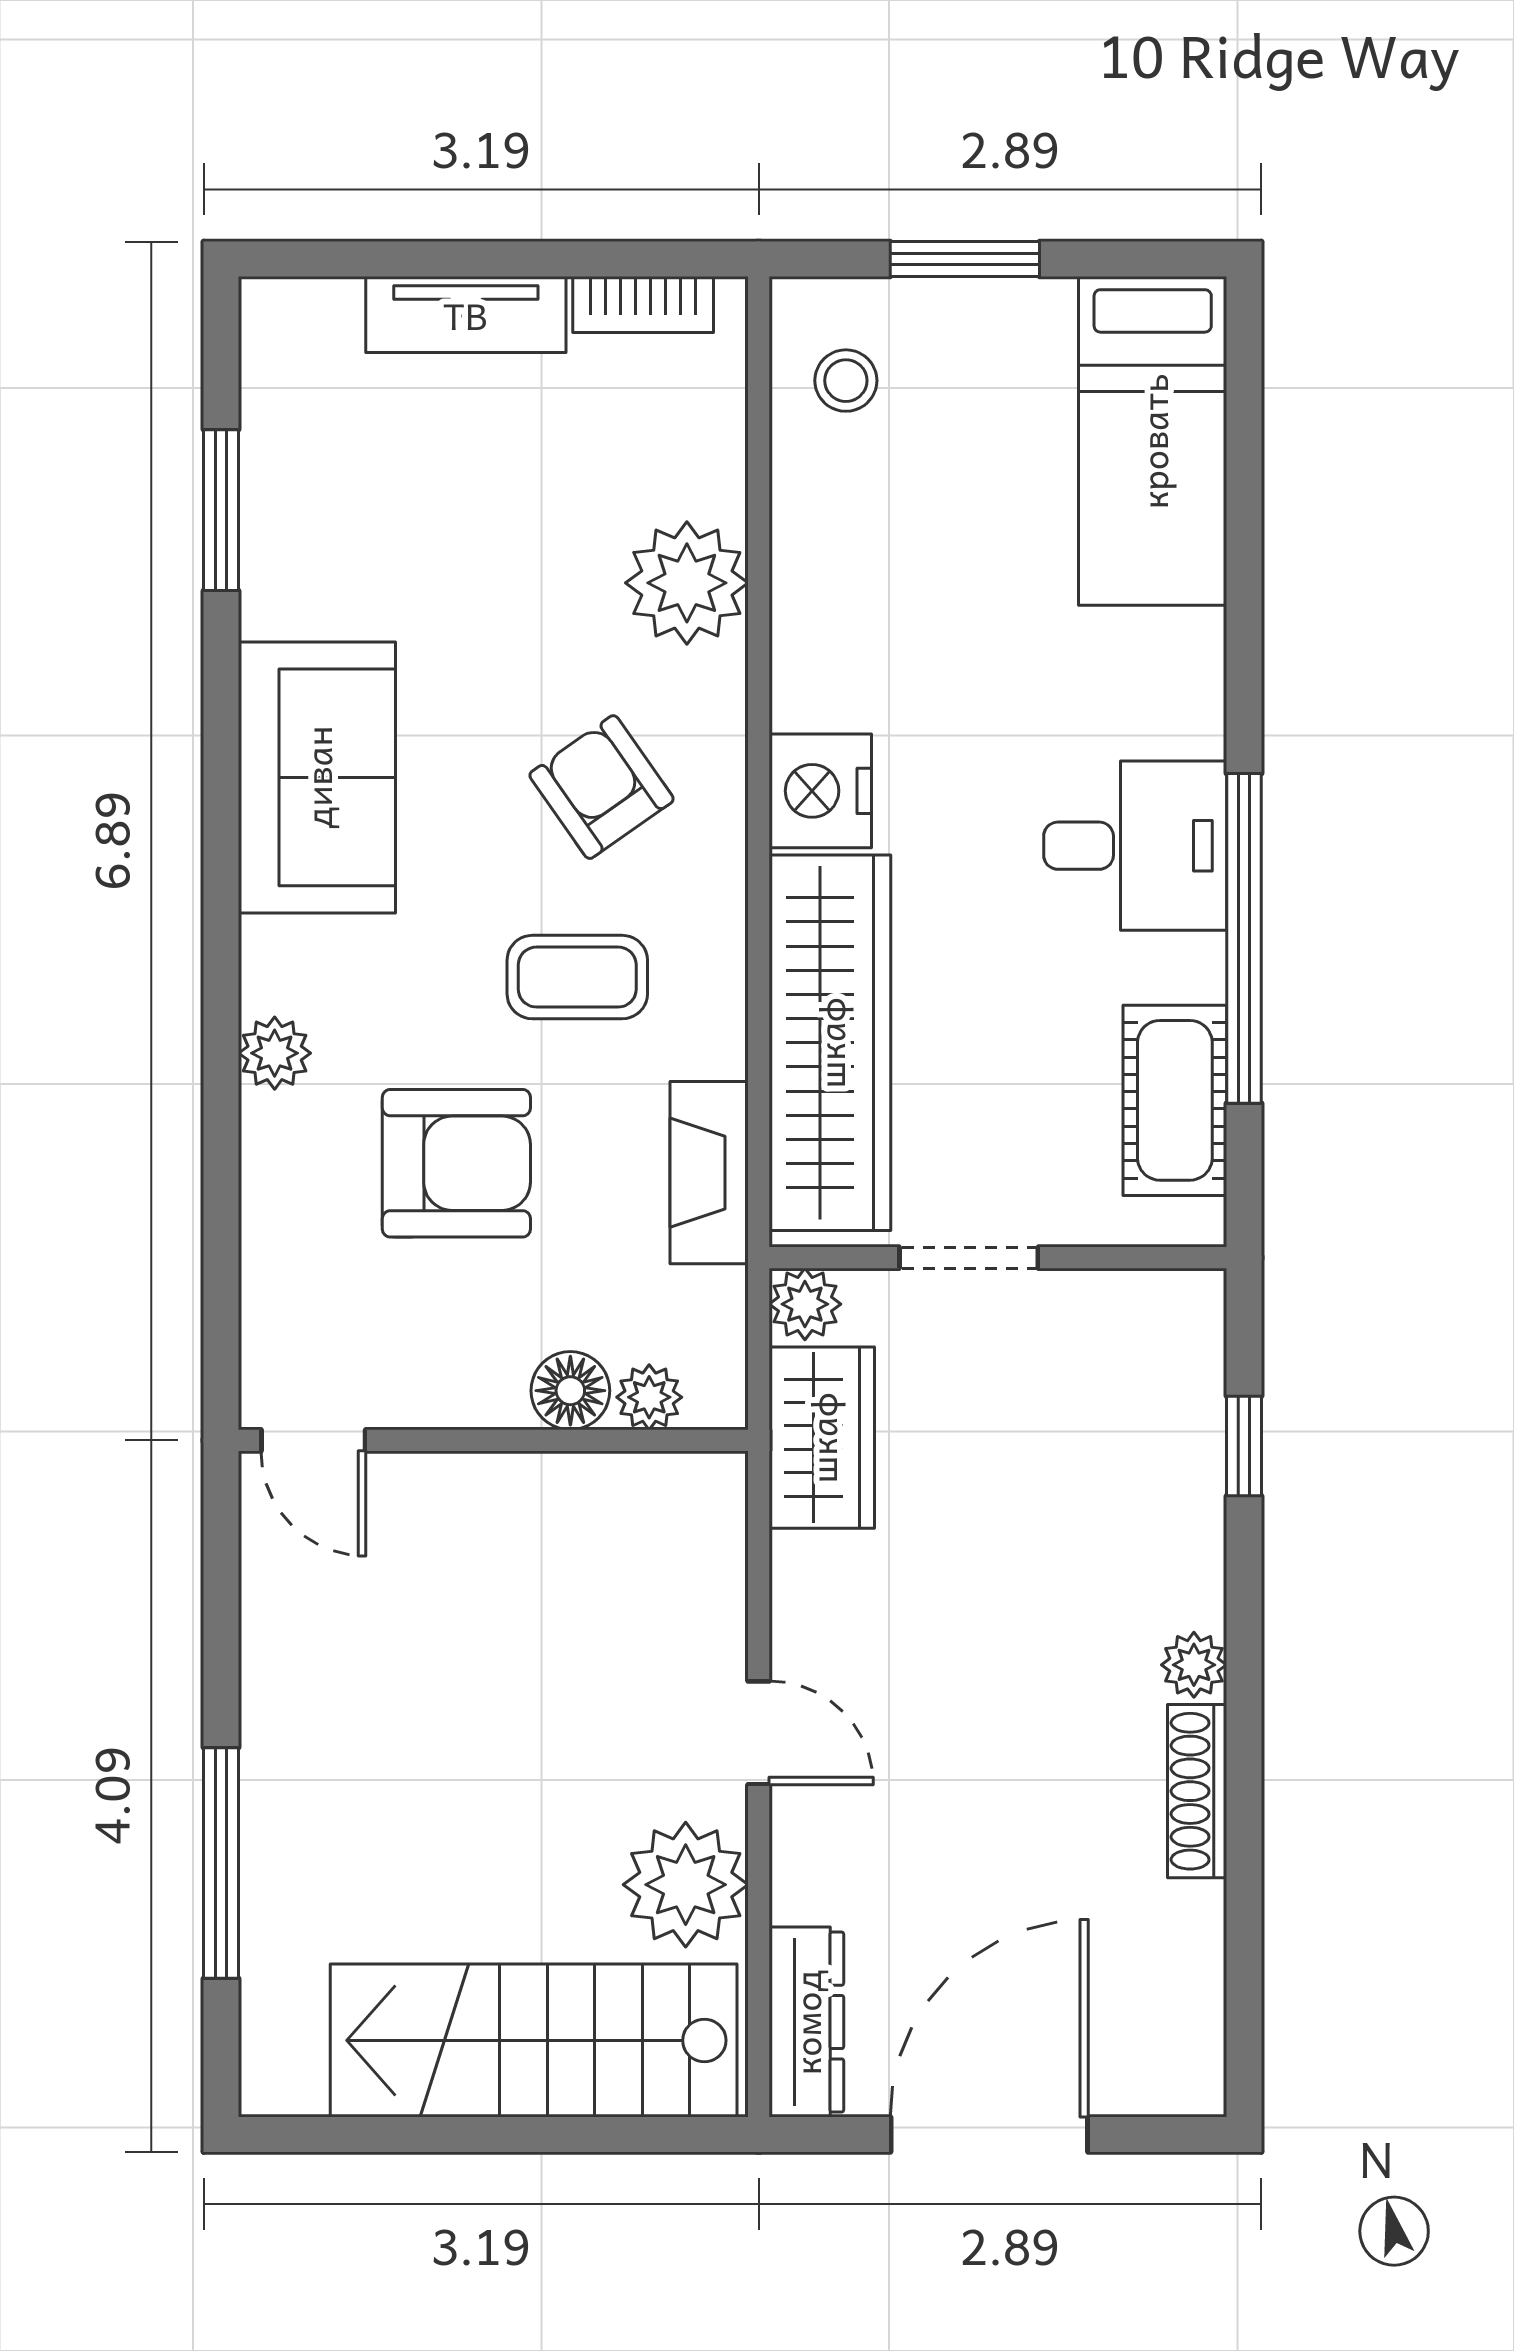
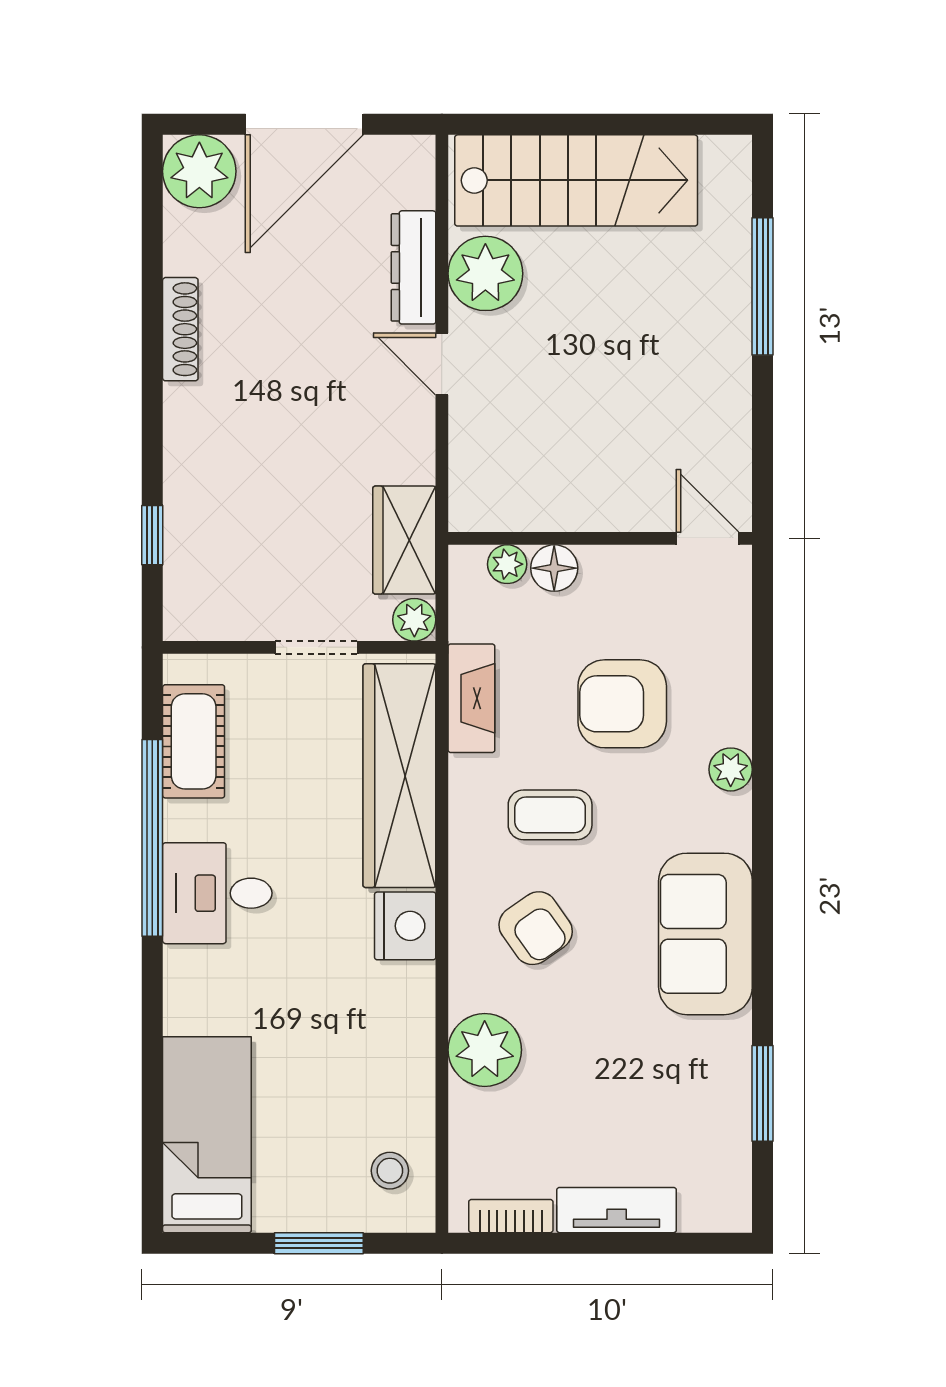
plant: (1194, 1665) -> (199, 171), moved, width x1.88, depth x1.88
dresser: (806, 2022) -> (413, 267), moved

